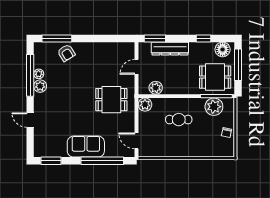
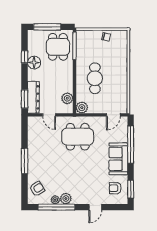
window: (57, 38) -> (25, 161), moved
dresser: (170, 49) -> (33, 97), moved
floor lamp: (223, 49) -> (34, 63), moved
armchair: (66, 53) -> (37, 189), moved
dining table: (111, 100) -> (78, 137), width x1.38
plant: (214, 107) -> (84, 48), removed
cafe table: (179, 120) -> (95, 78), width x1.37, depth x1.35
armchair: (52, 143) -> (115, 188), added

